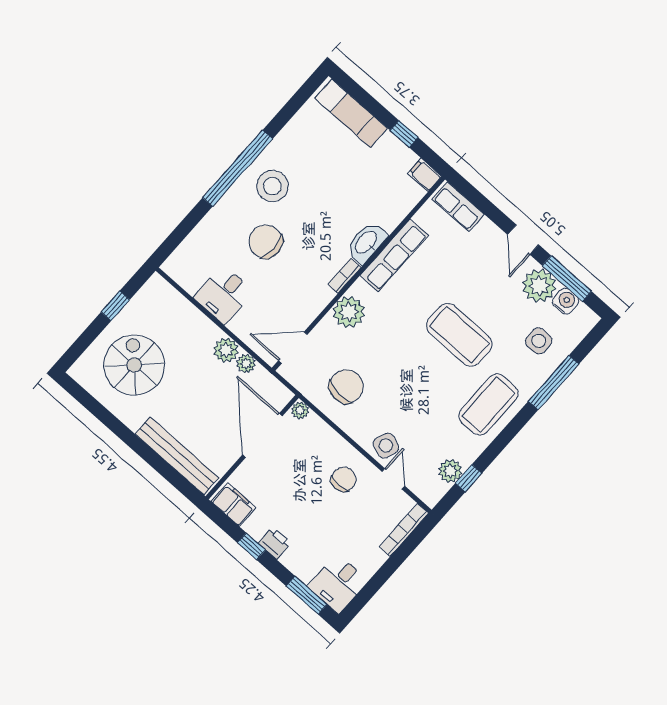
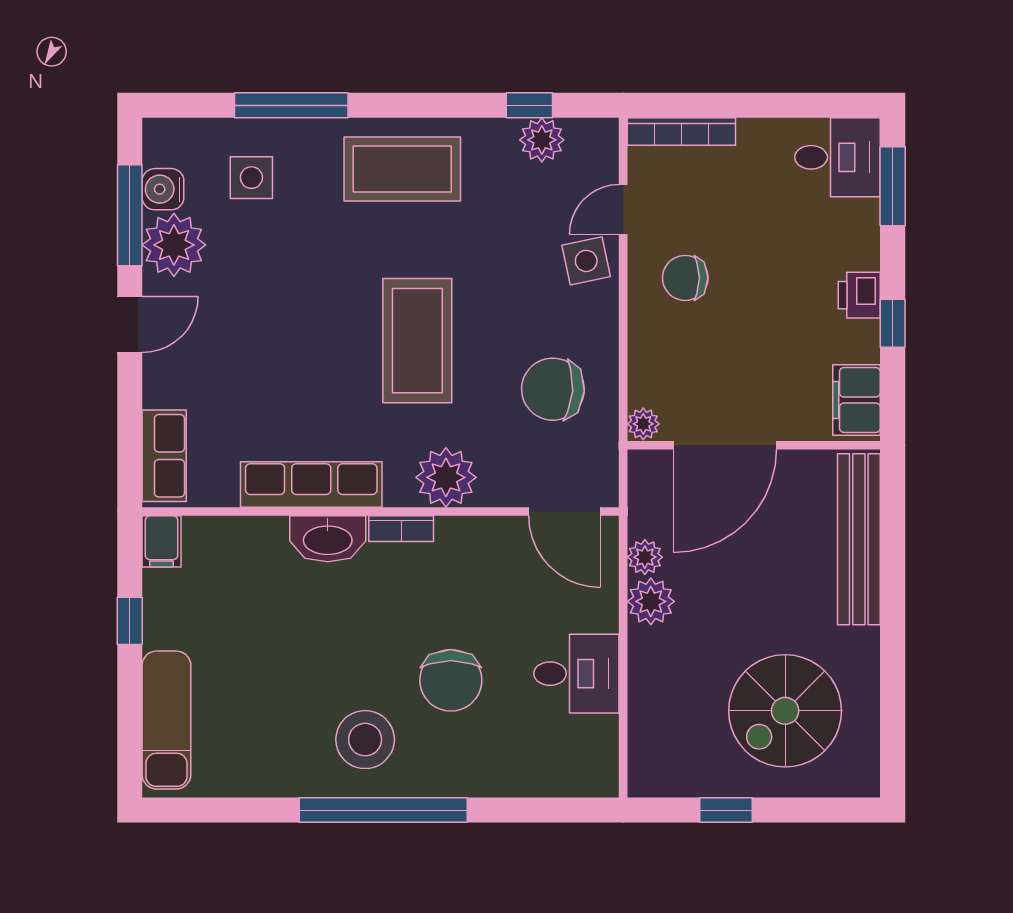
coffee table: (459, 335) -> (417, 341), moved
side table: (386, 446) -> (586, 261), turned -33

